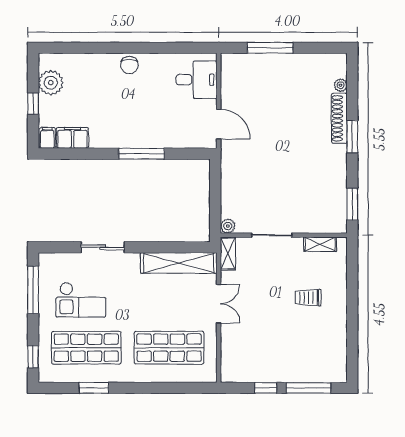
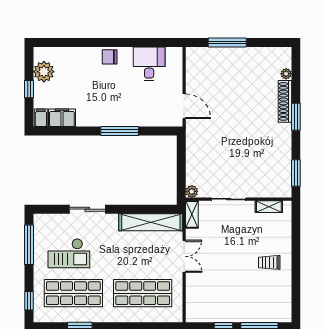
chair: (129, 65) -> (110, 57), turned 90
desk: (197, 80) -> (149, 64), moved, turned -90
trolley: (308, 298) -> (269, 262), moved

